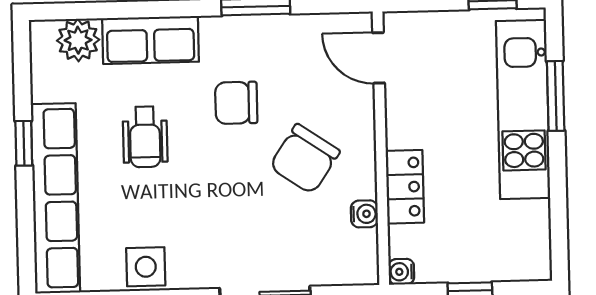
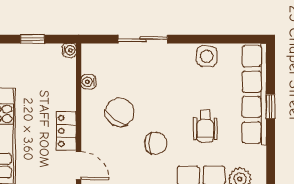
wheelchair: (145, 137) -> (205, 126), turned 180
window: (24, 143) -> (271, 107), moved
locker: (405, 187) -> (66, 131), moved

